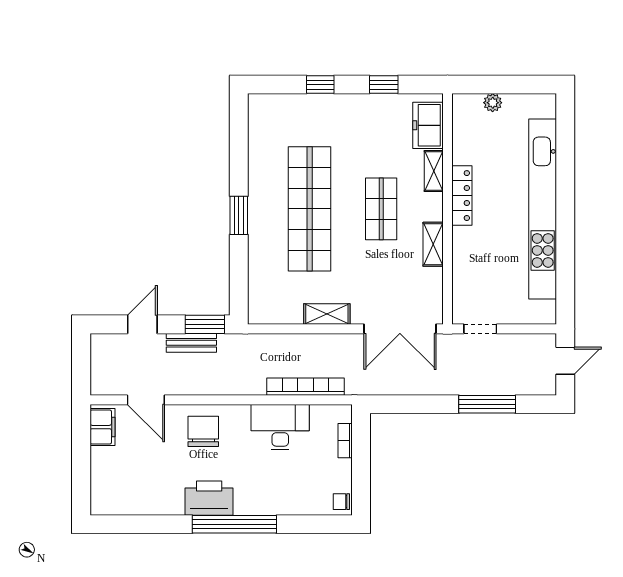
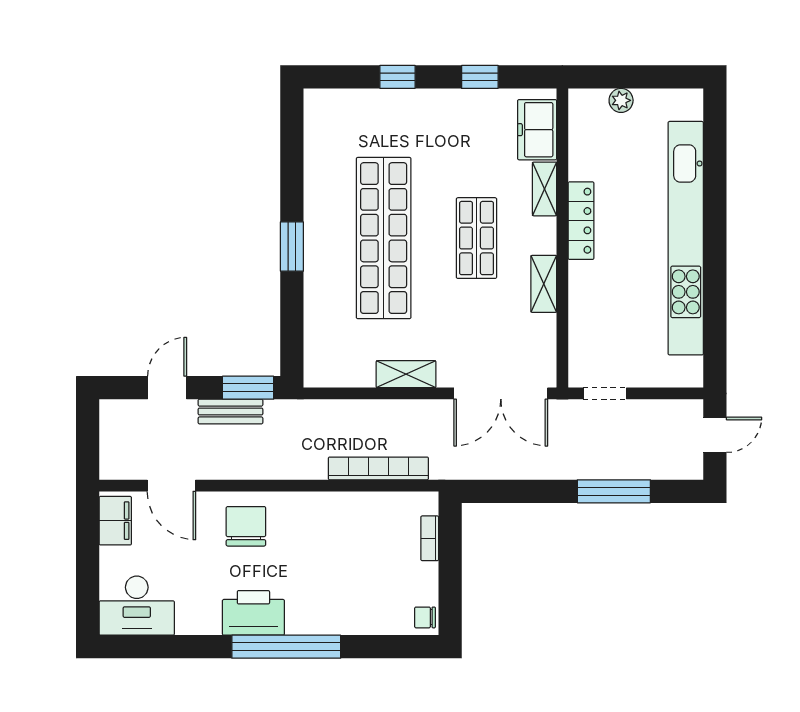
desk: (280, 427) -> (137, 606), moved, turned 180

